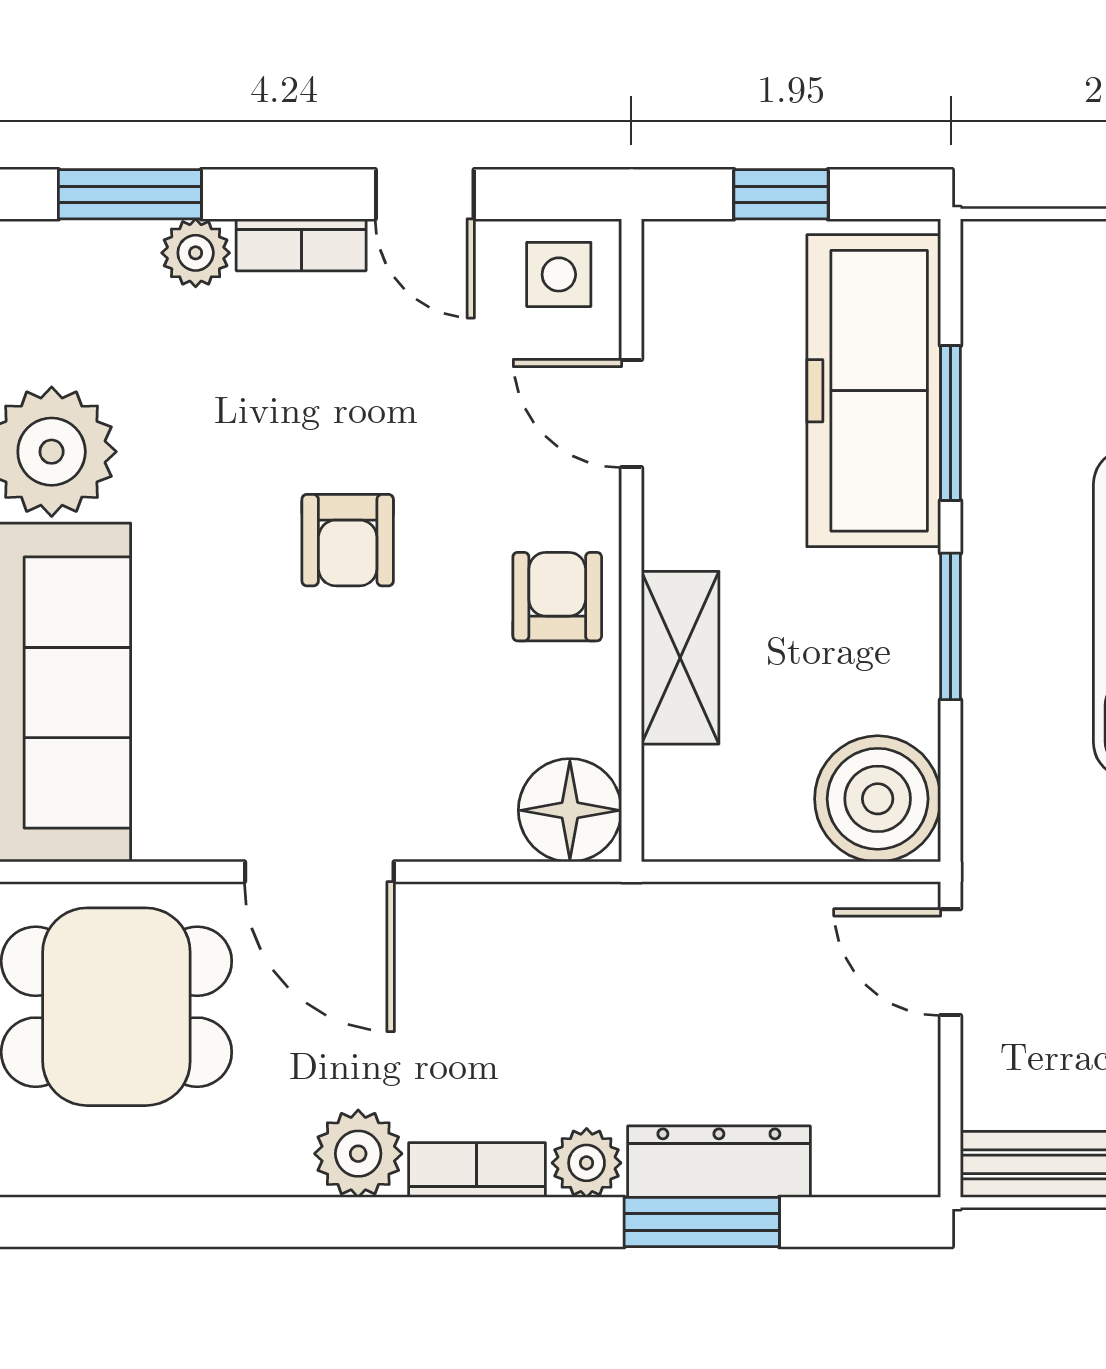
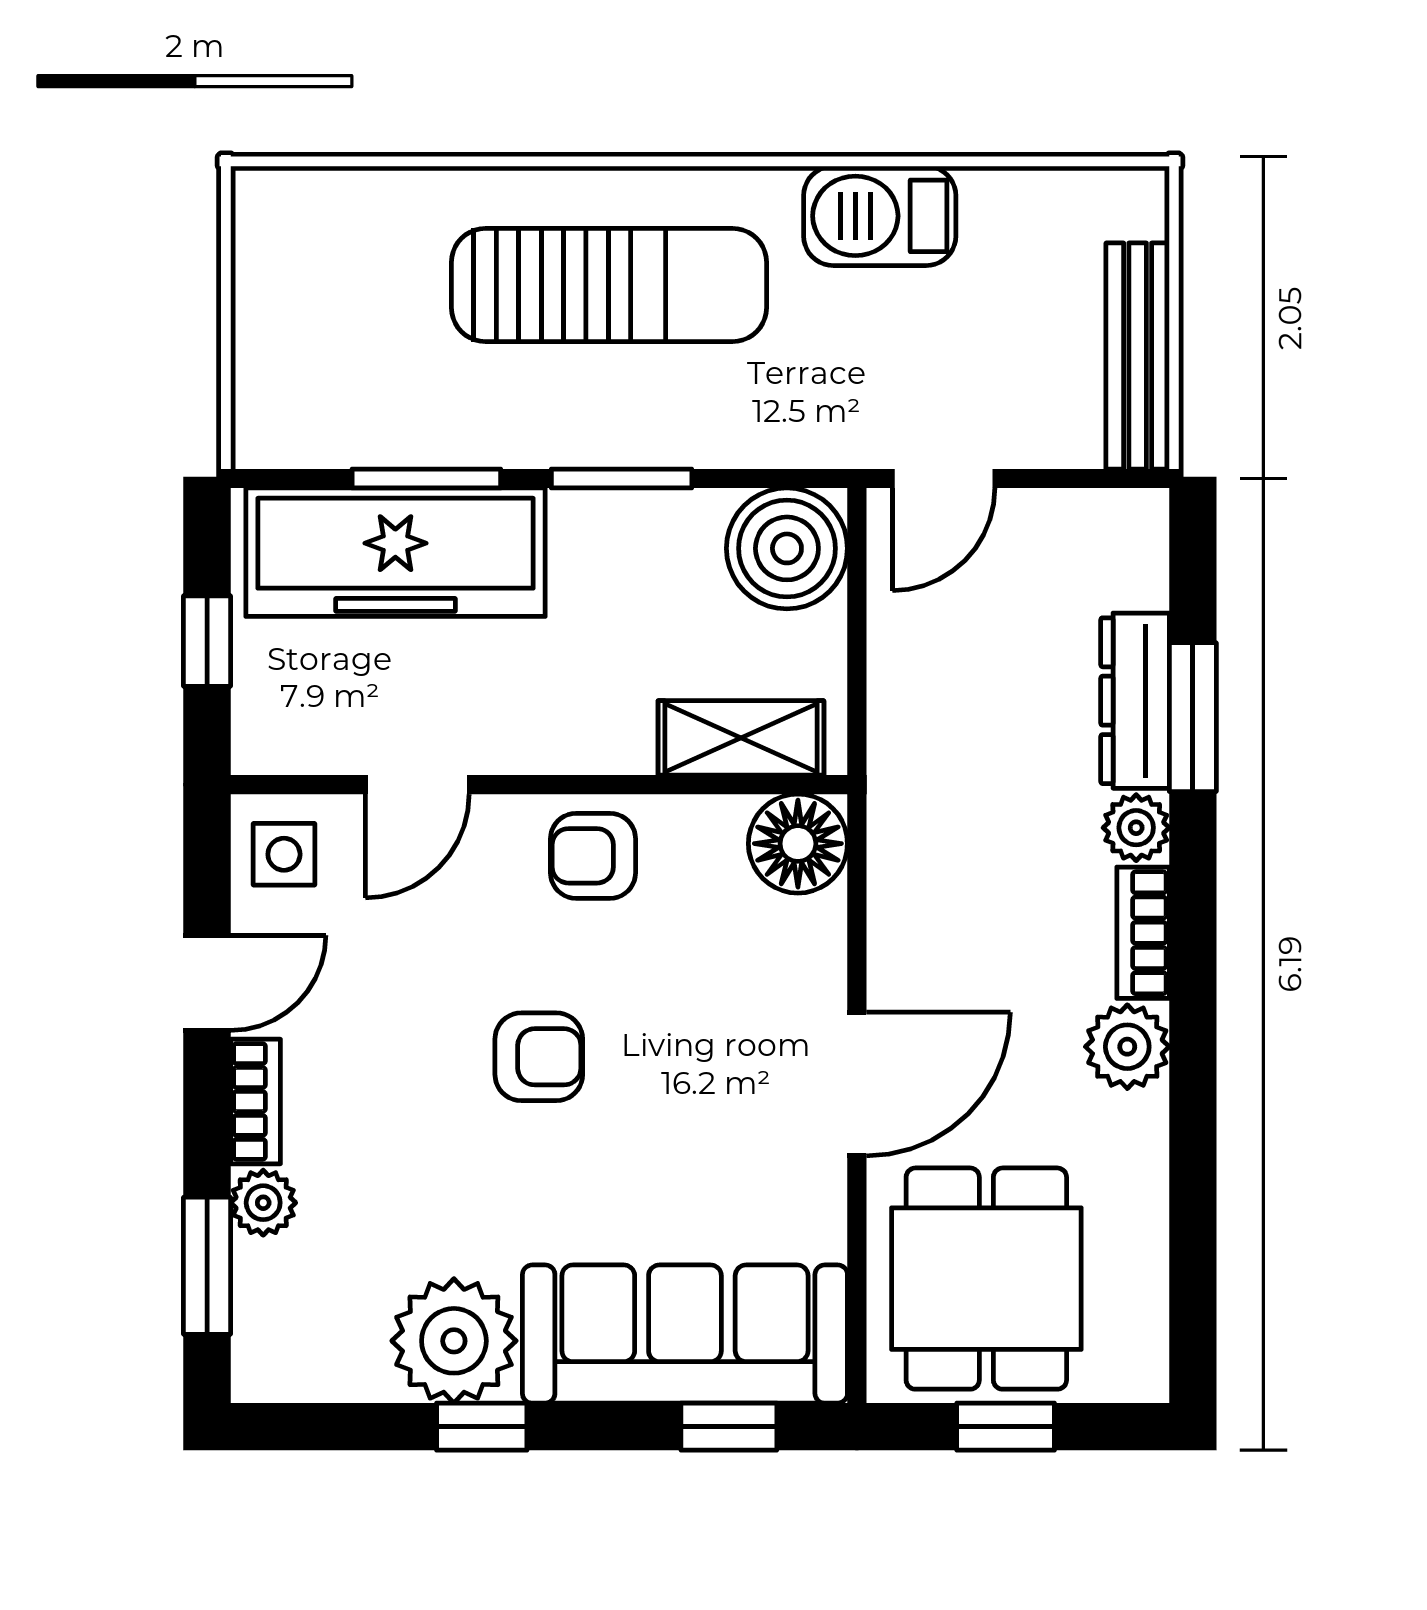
shelving: (680, 658) -> (741, 738), moved

